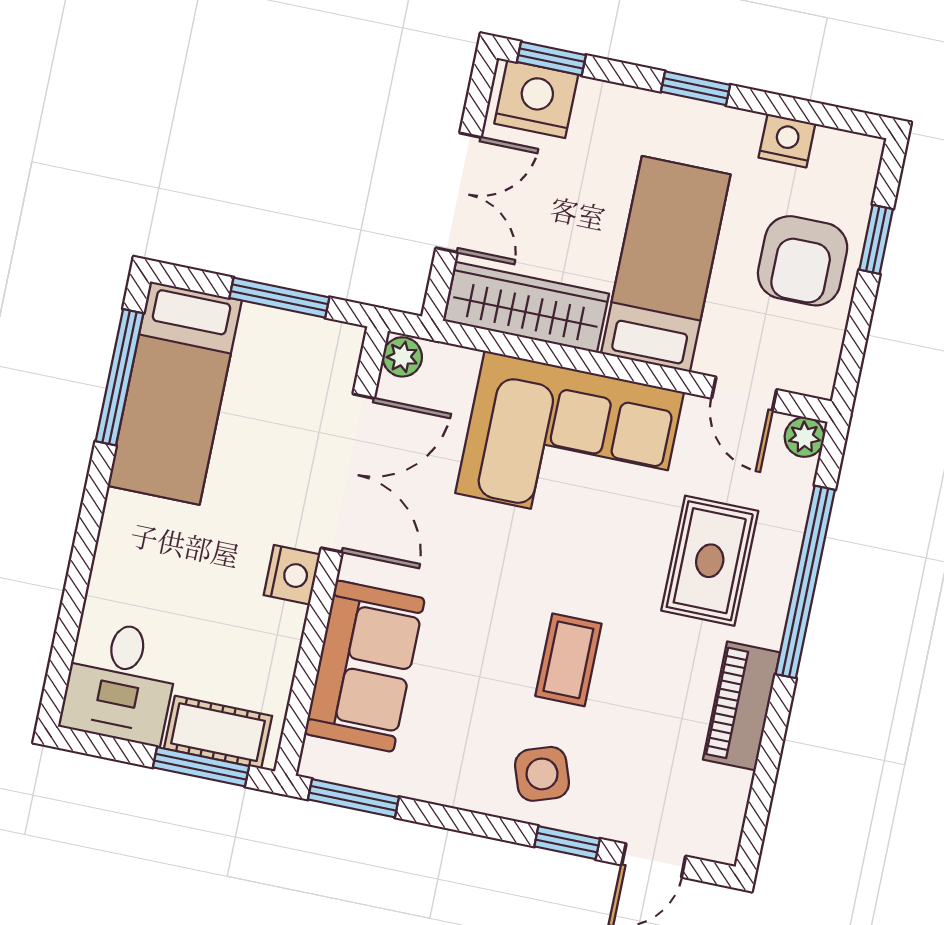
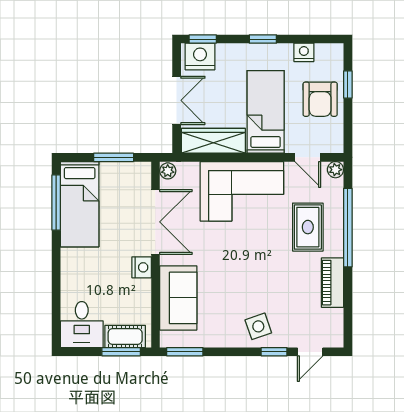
coffee table: (568, 660) -> (259, 278), removed

